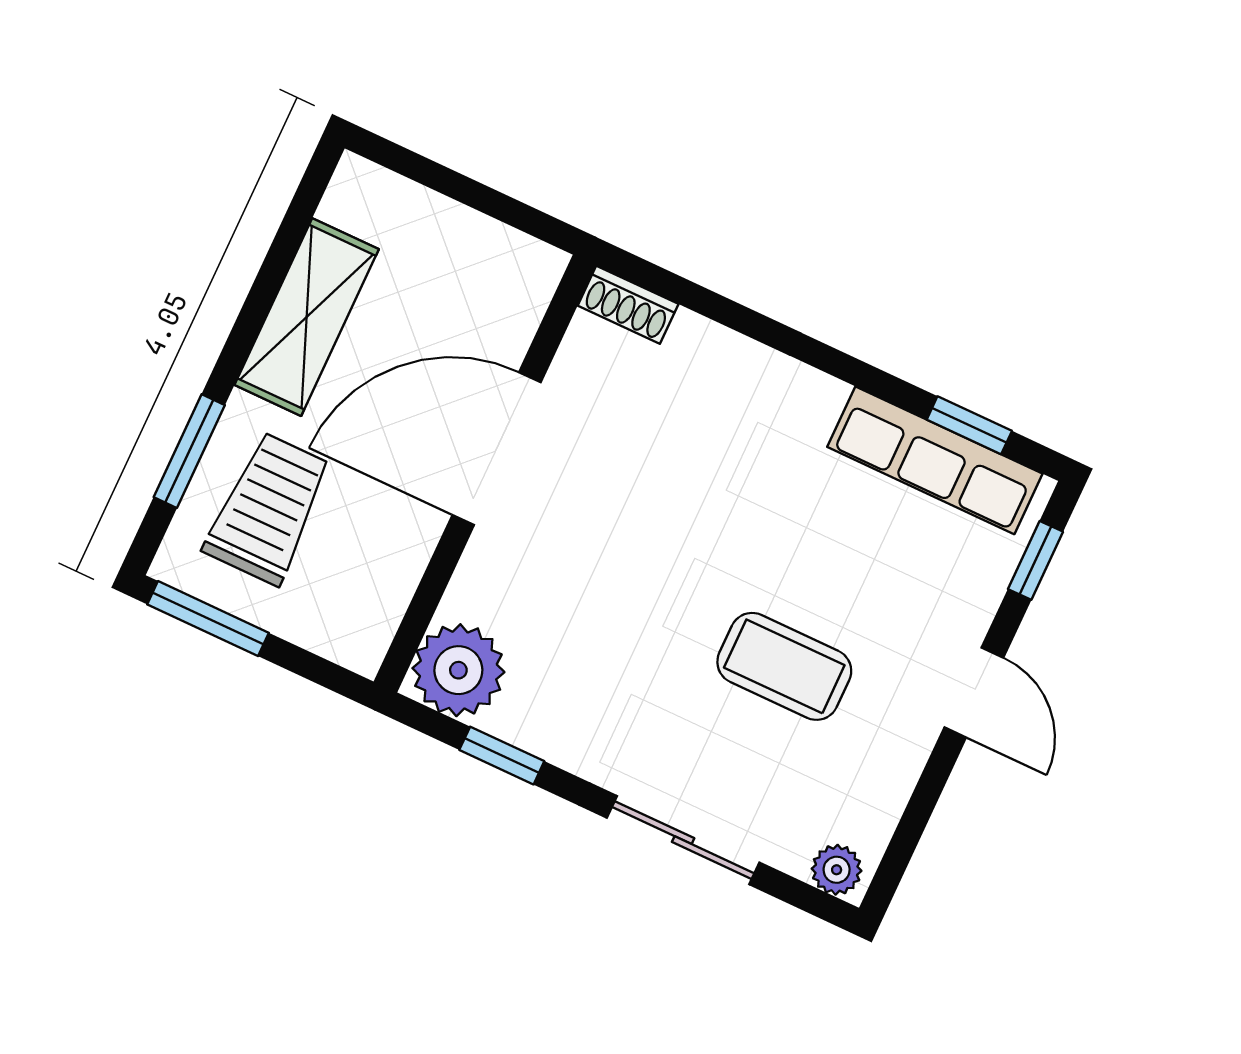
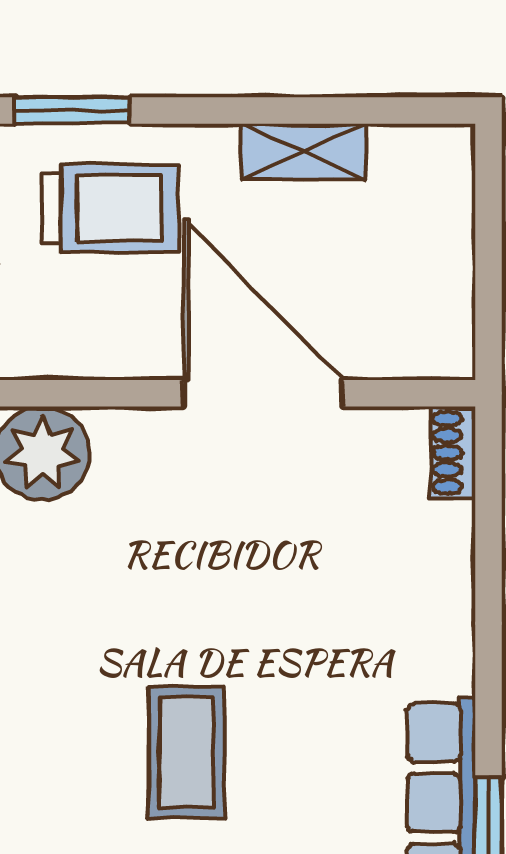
shelving: (307, 317) -> (303, 152), width x0.67, depth x0.75
window: (189, 451) -> (72, 110), moved

